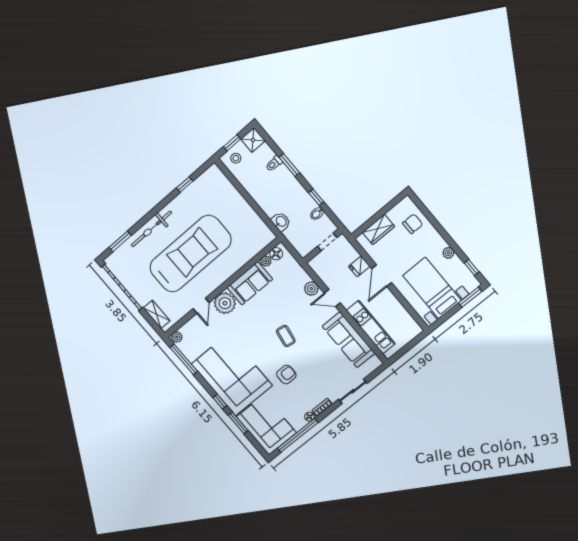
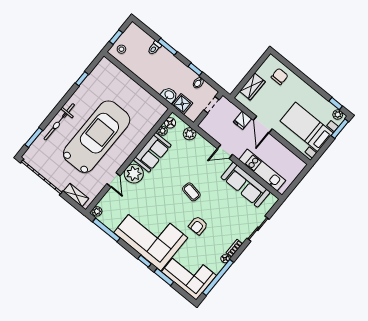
shower: (253, 140) -> (182, 104), moved
plant: (448, 253) -> (338, 115), moved
plant: (311, 289) -> (190, 134), moved
armchair: (286, 375) -> (198, 226), turned 180

